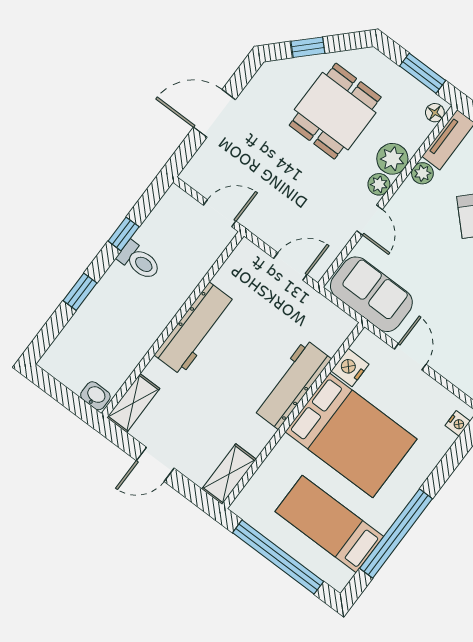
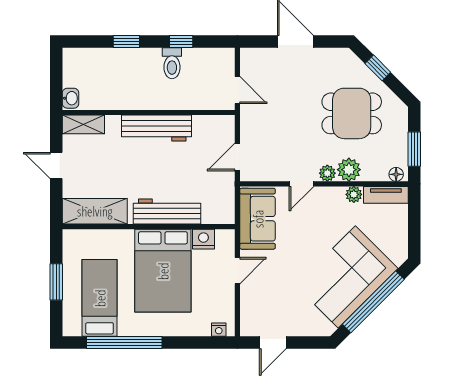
door: (290, 266) -> (237, 157), swing flipped
shelving: (229, 474) -> (95, 211), width x1.50, depth x1.33
window: (278, 557) -> (56, 282), width x0.47

